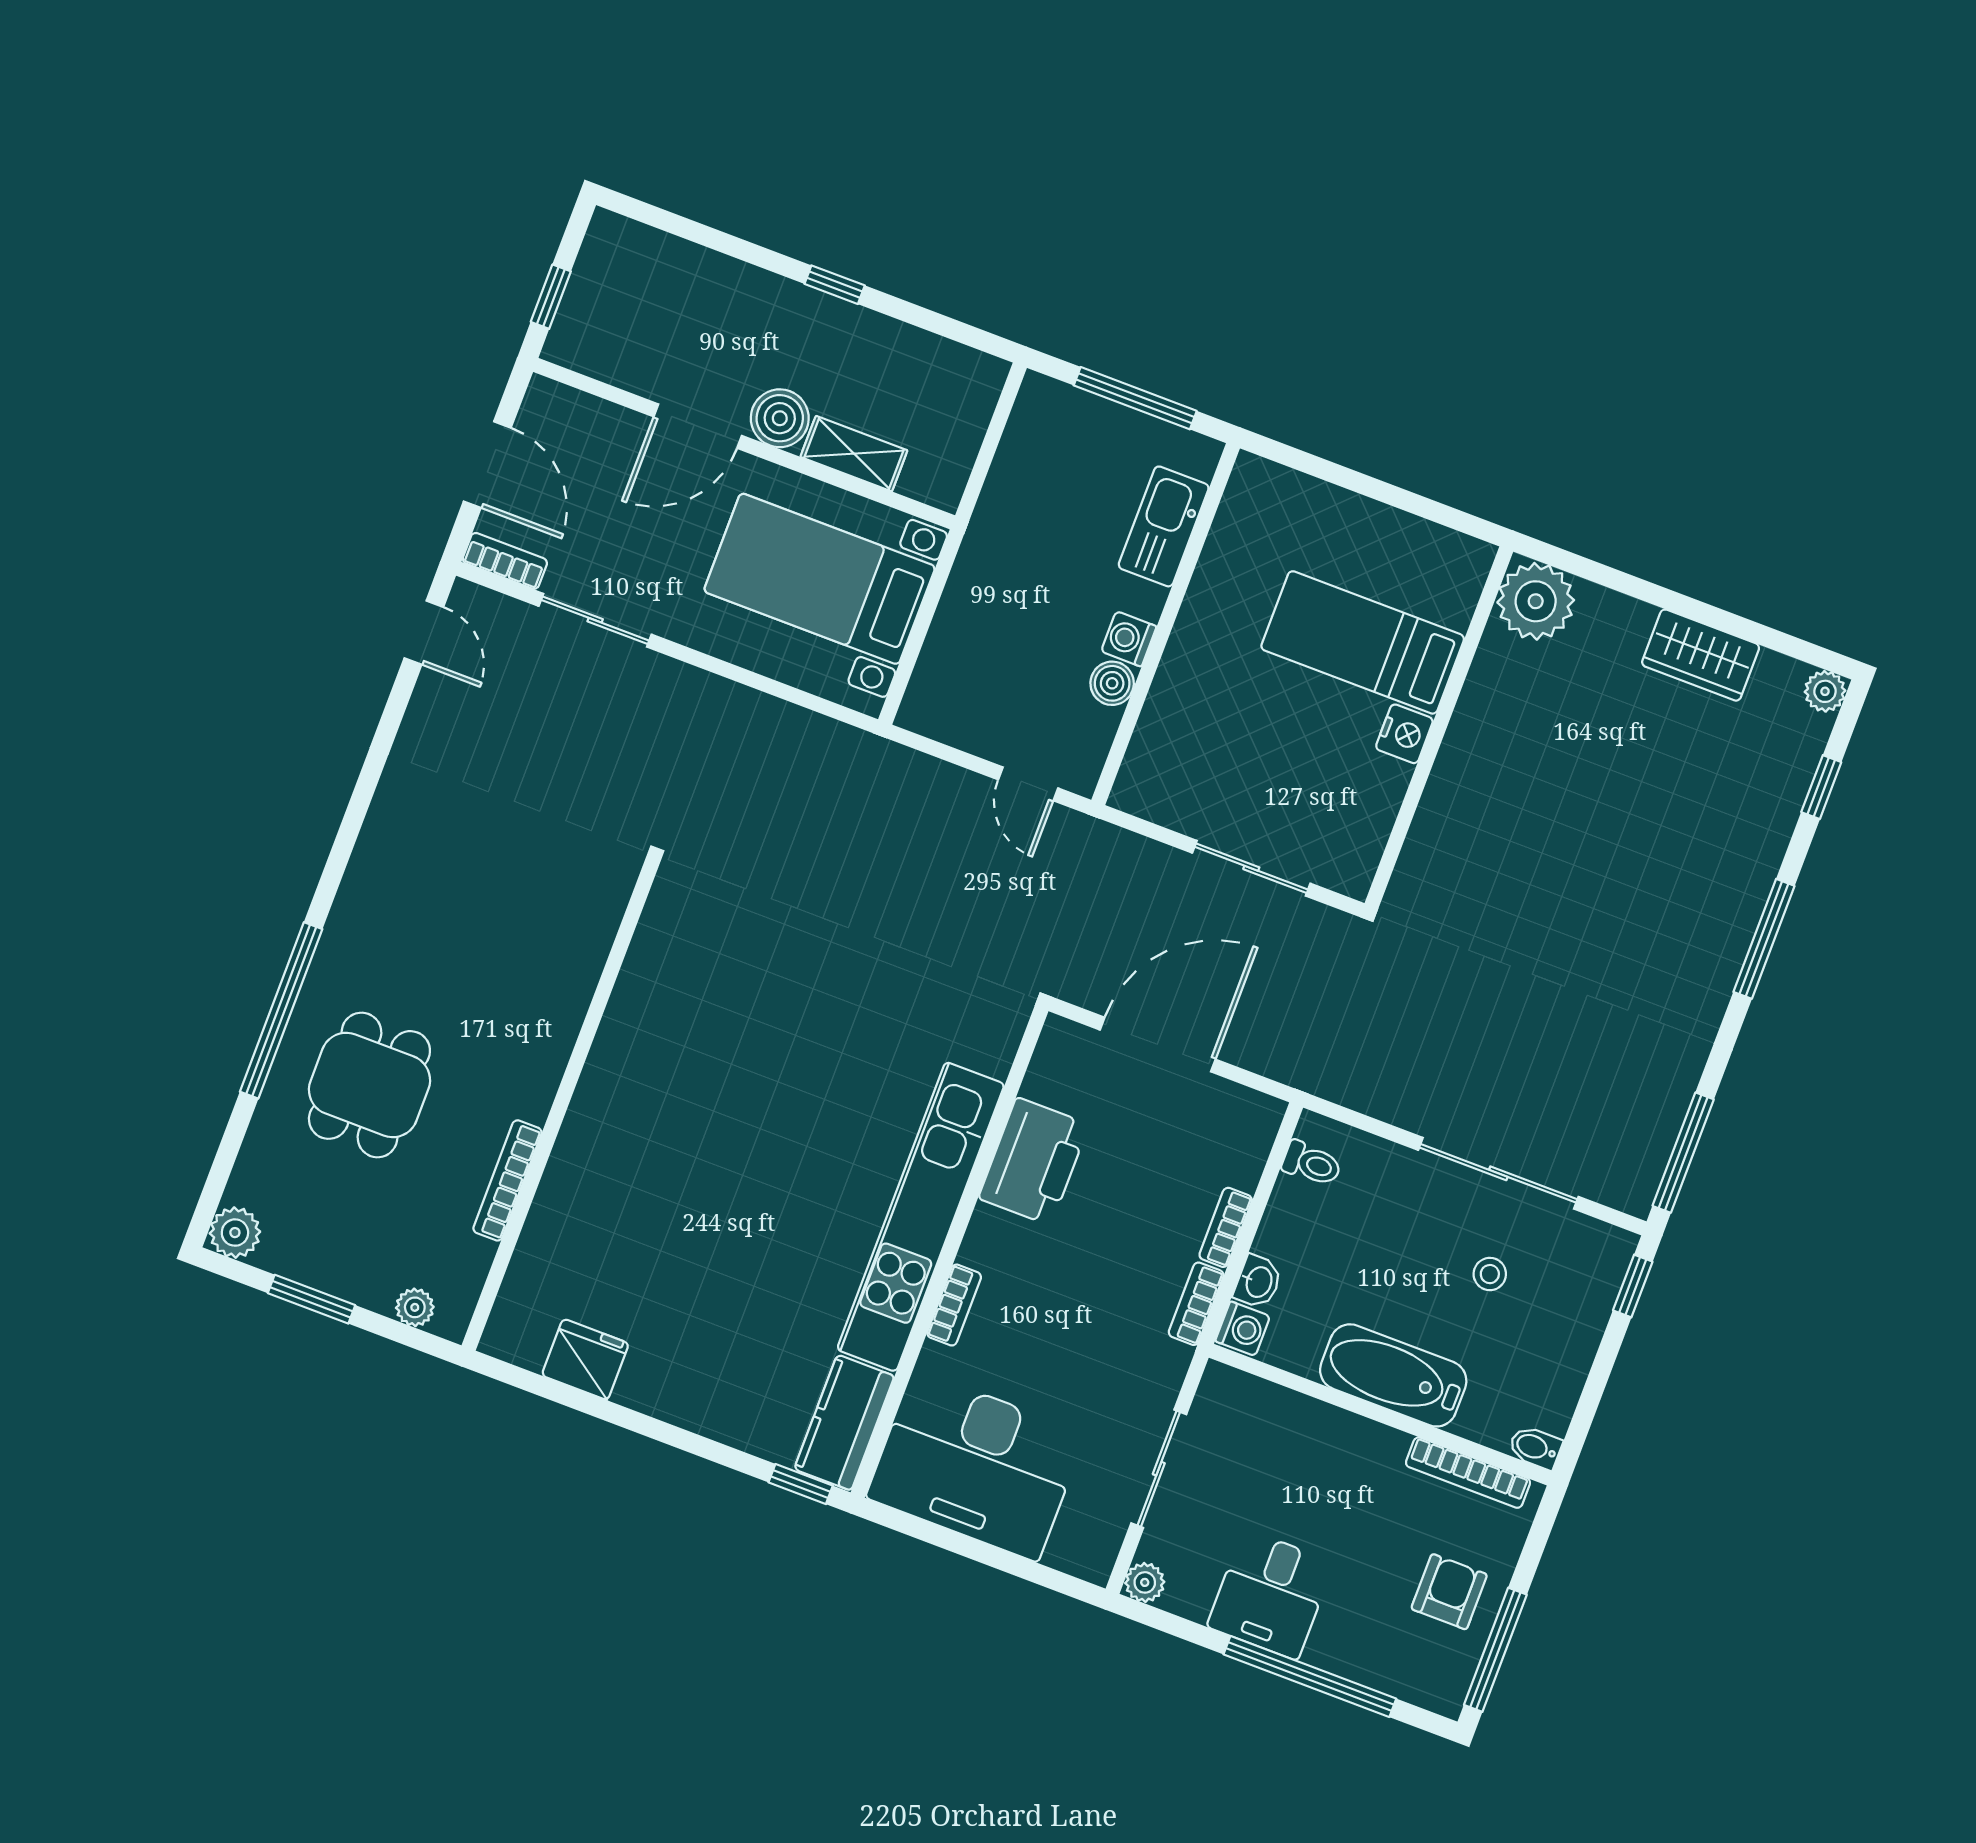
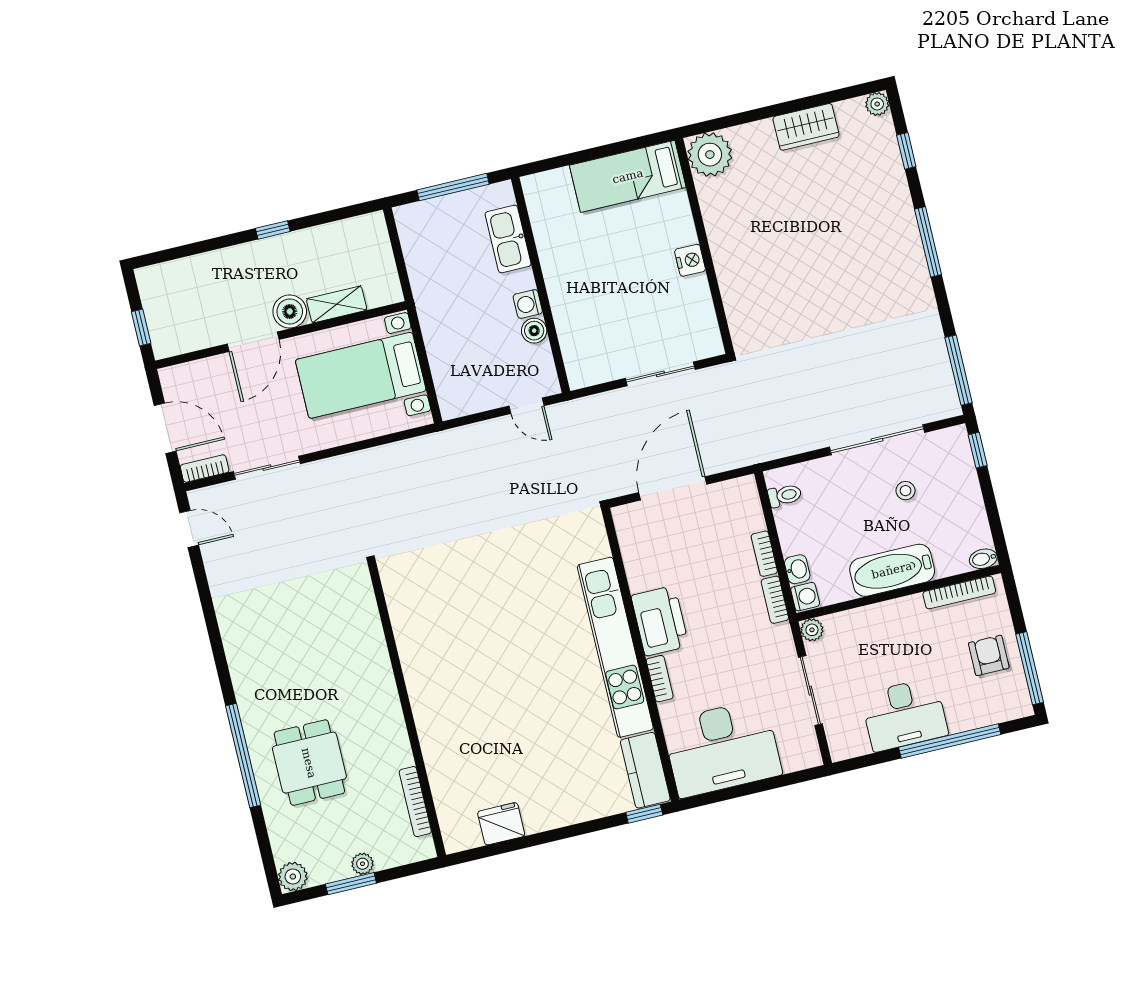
bed: (1363, 642) -> (628, 176), moved
printer: (1034, 1161) -> (660, 621), moved
bookcase: (507, 1180) -> (415, 802), moved
plant: (415, 1307) -> (362, 864), moved
plant: (1145, 1582) -> (812, 630), moved
desk: (1271, 1594) -> (904, 714), width x1.37

